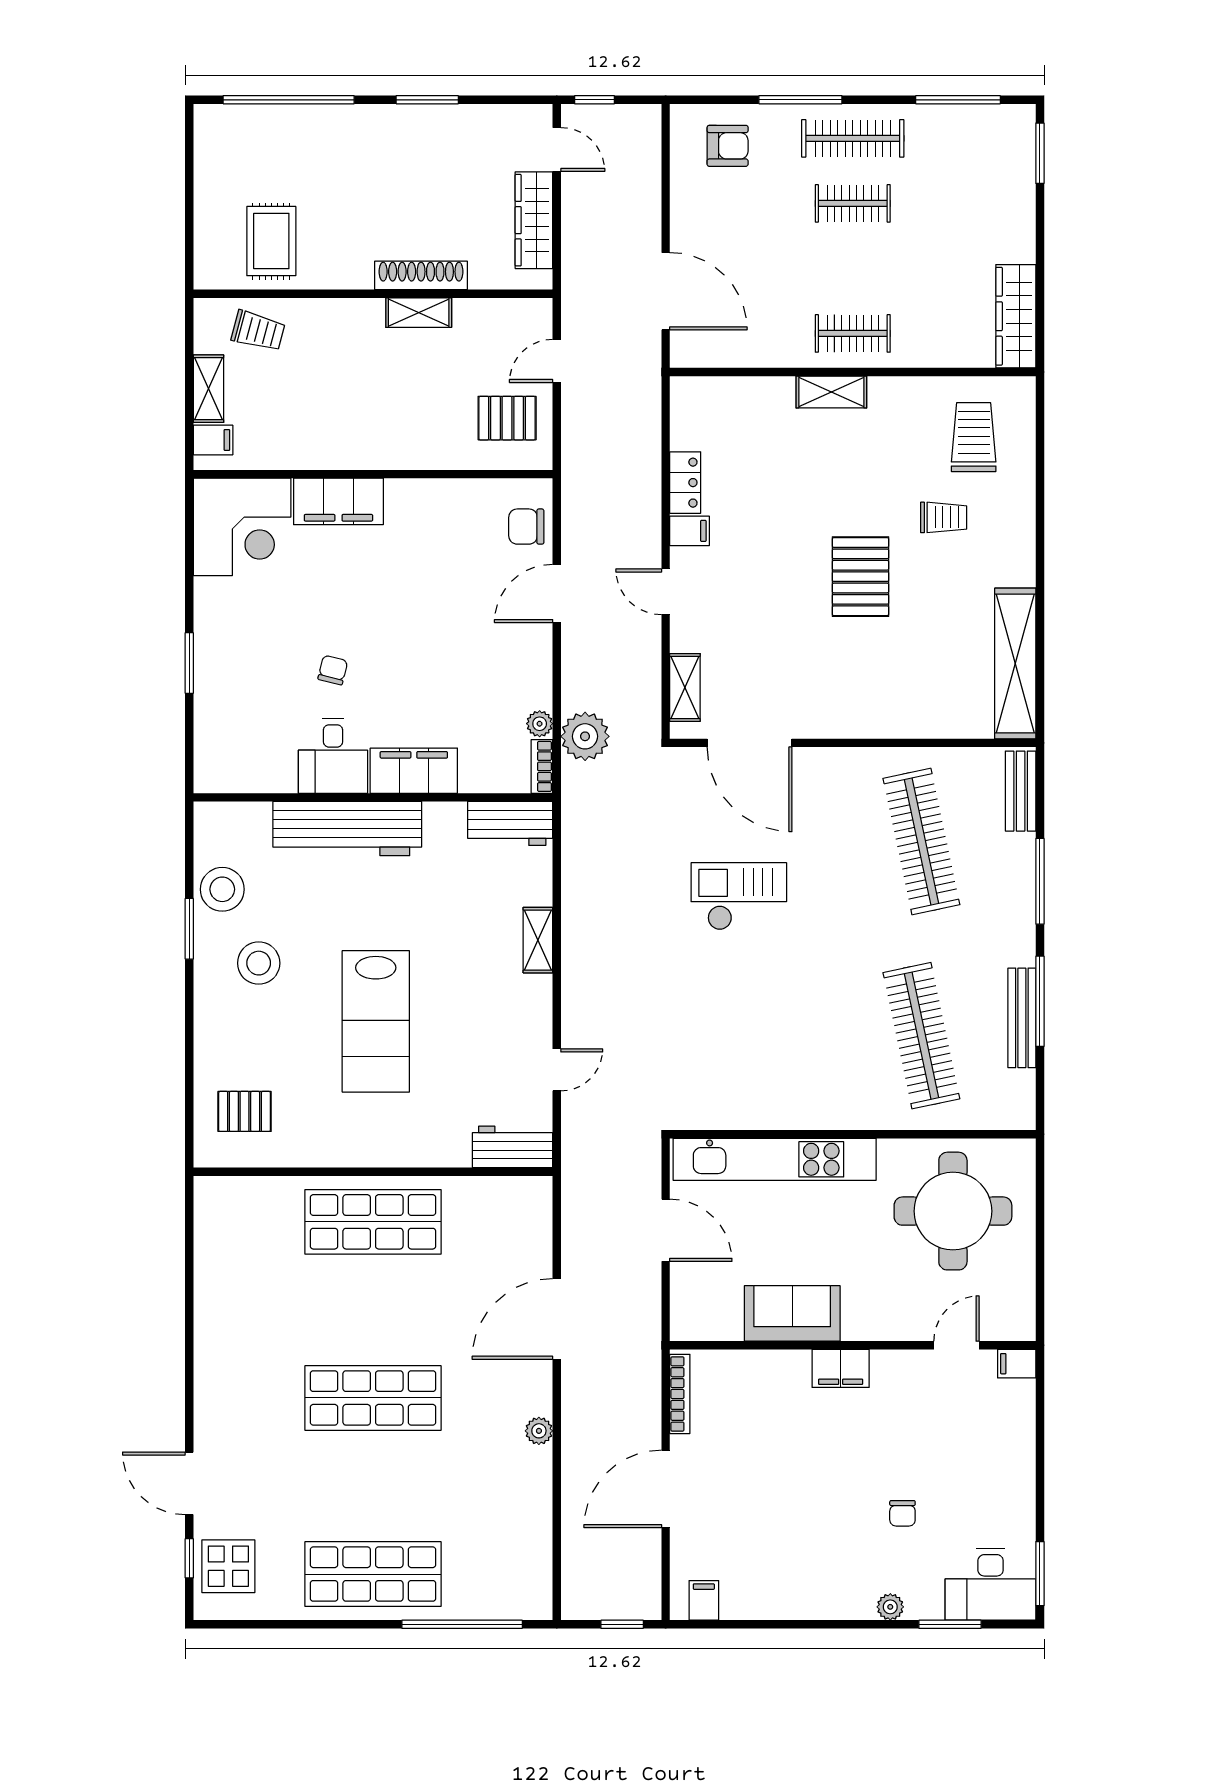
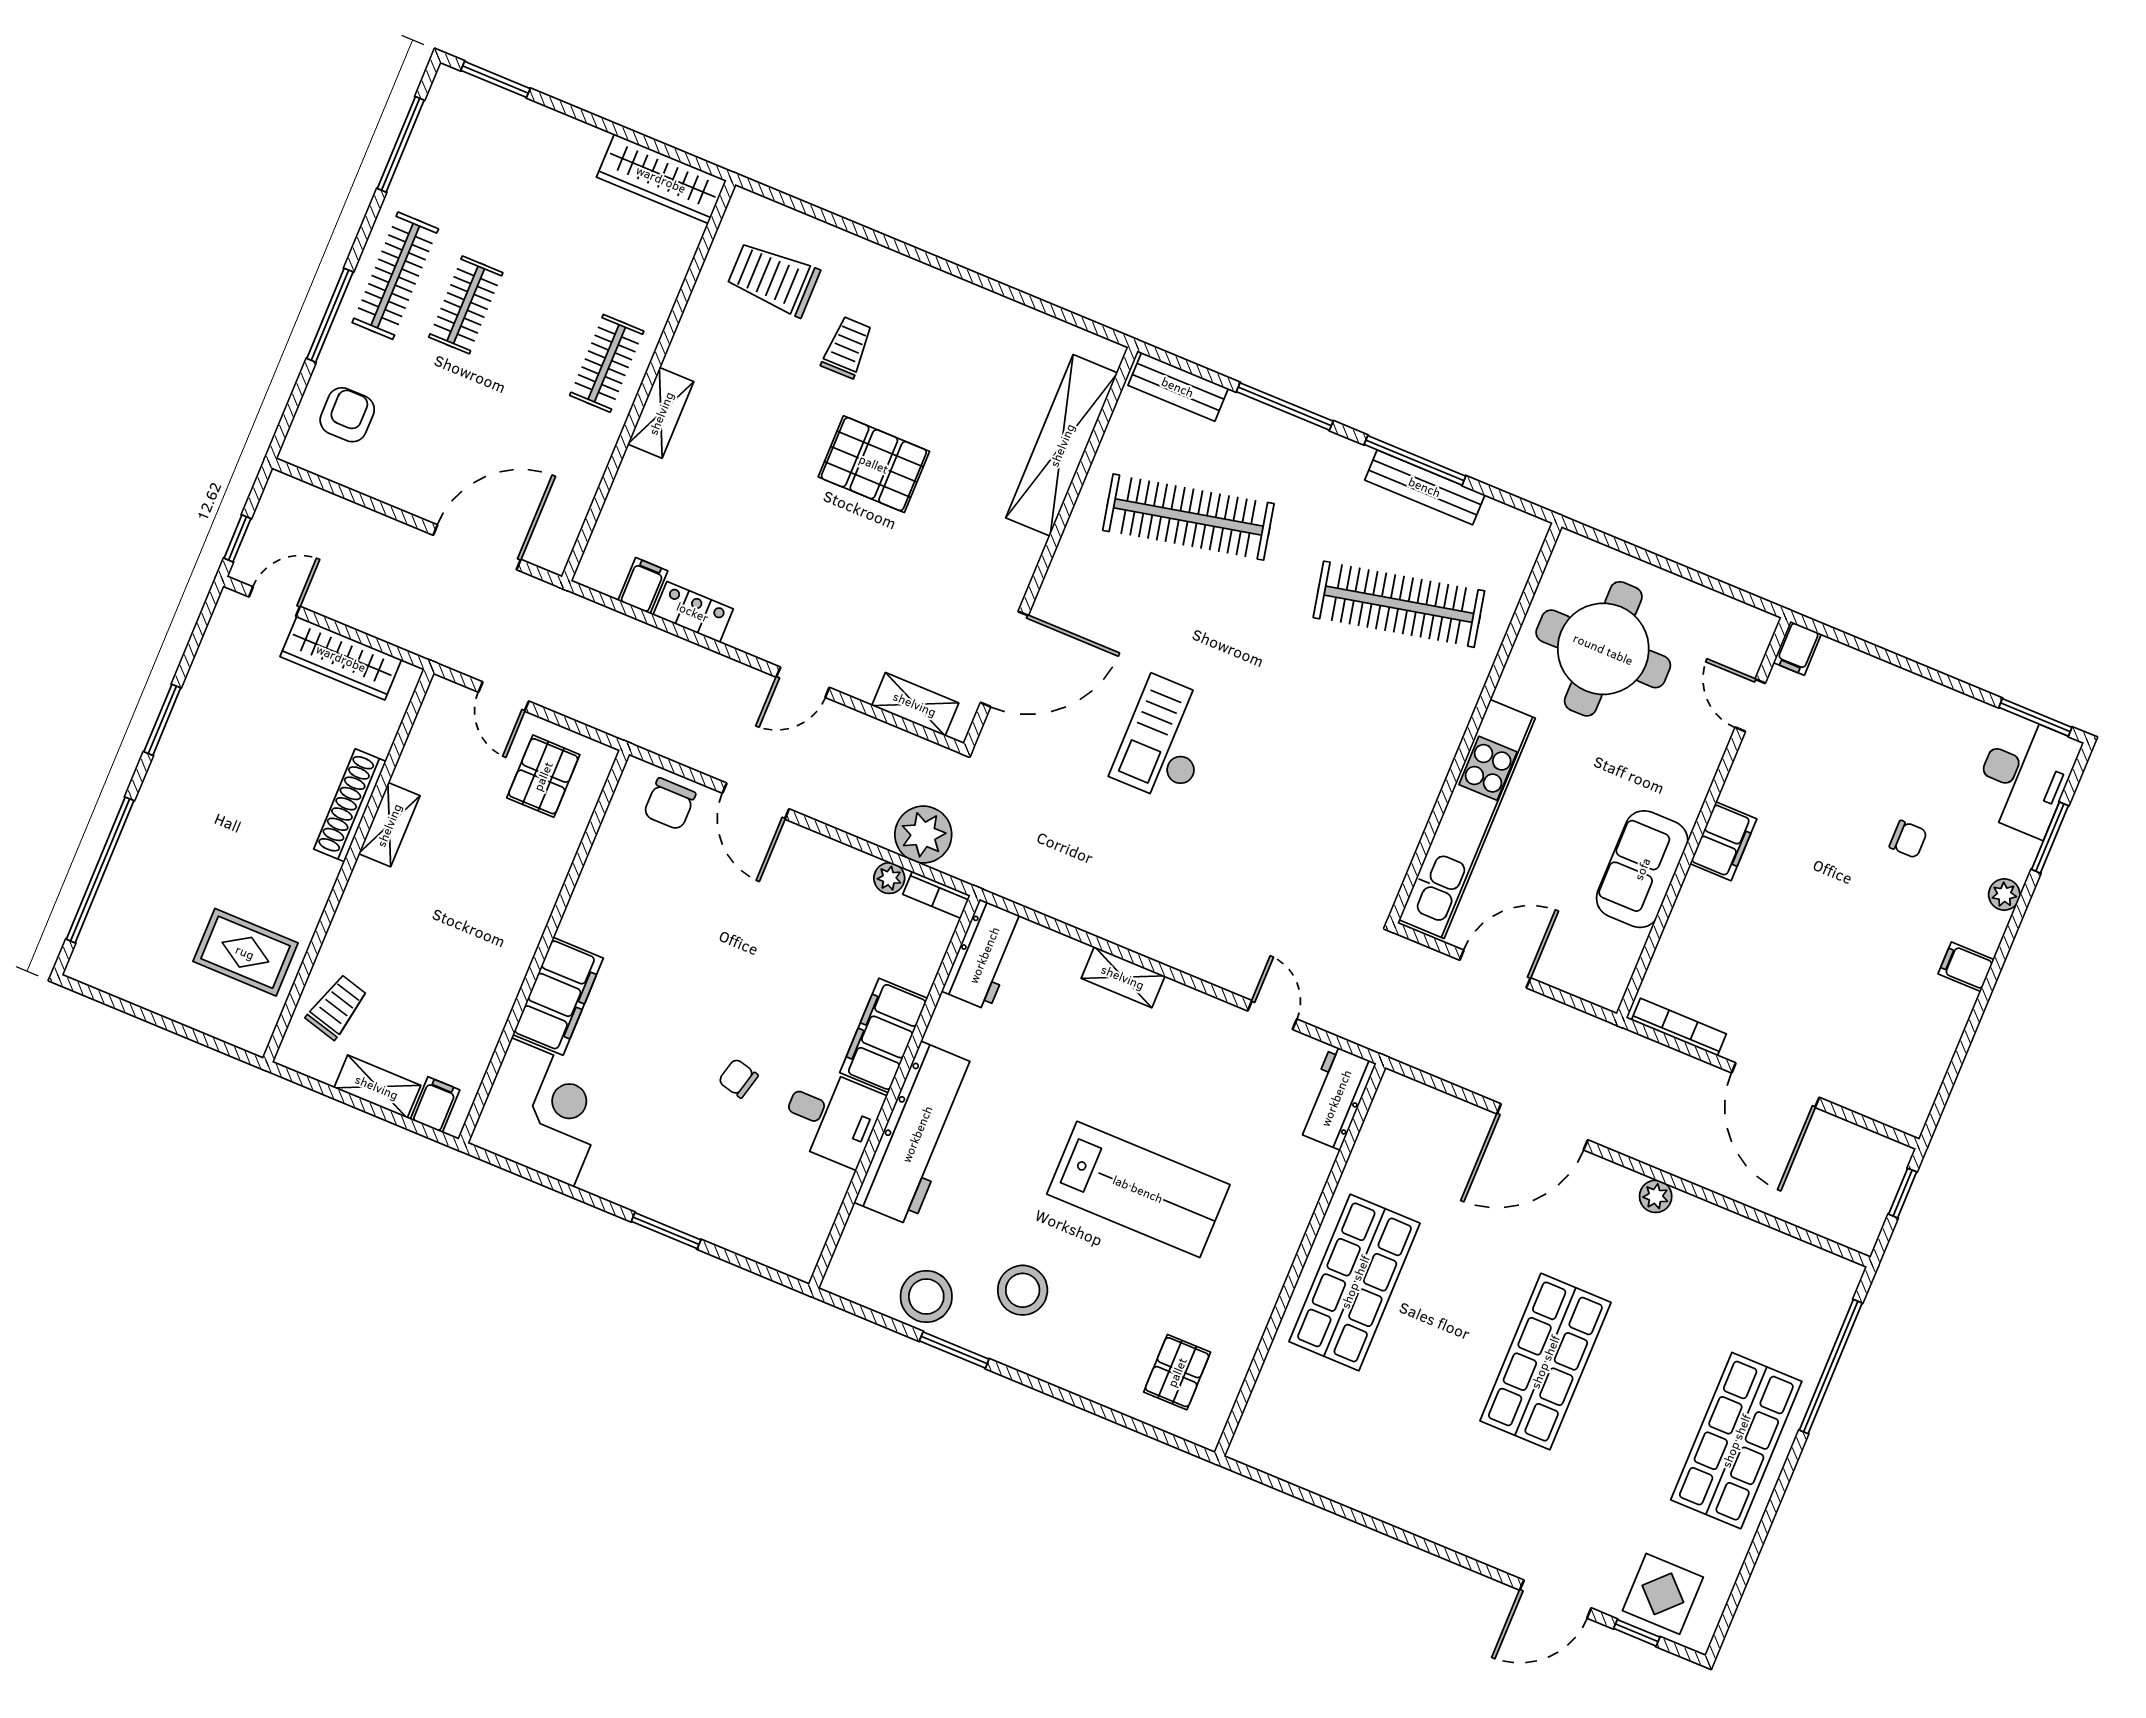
filing cabinet: (690, 531) -> (643, 586), moved
shelving: (1015, 663) -> (1062, 445), moved, turned 90
door: (557, 1319) -> (1542, 1127), hinge flipped
filing cabinet: (704, 1600) -> (1966, 967), moved

